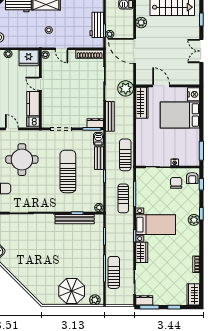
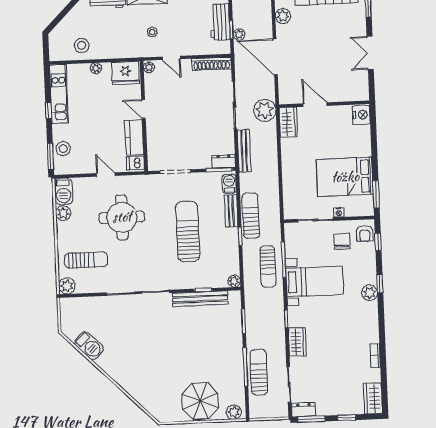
wardrobe: (142, 103) -> (288, 122), width x0.67
bed: (180, 115) -> (345, 177), moved
sun lounger: (125, 155) -> (251, 216), moved
bed with nightstands: (156, 225) -> (315, 281), moved

